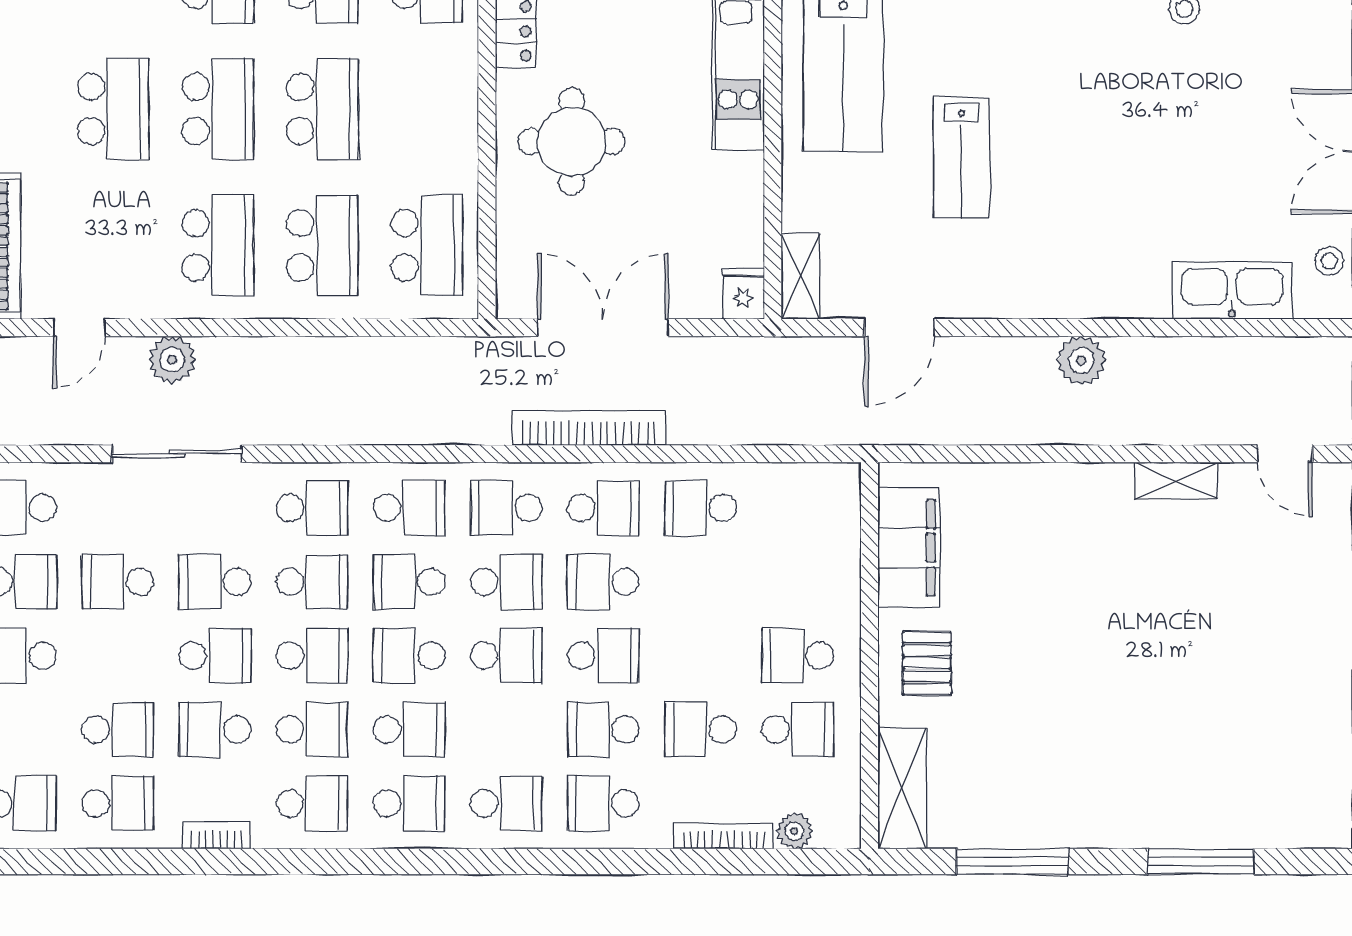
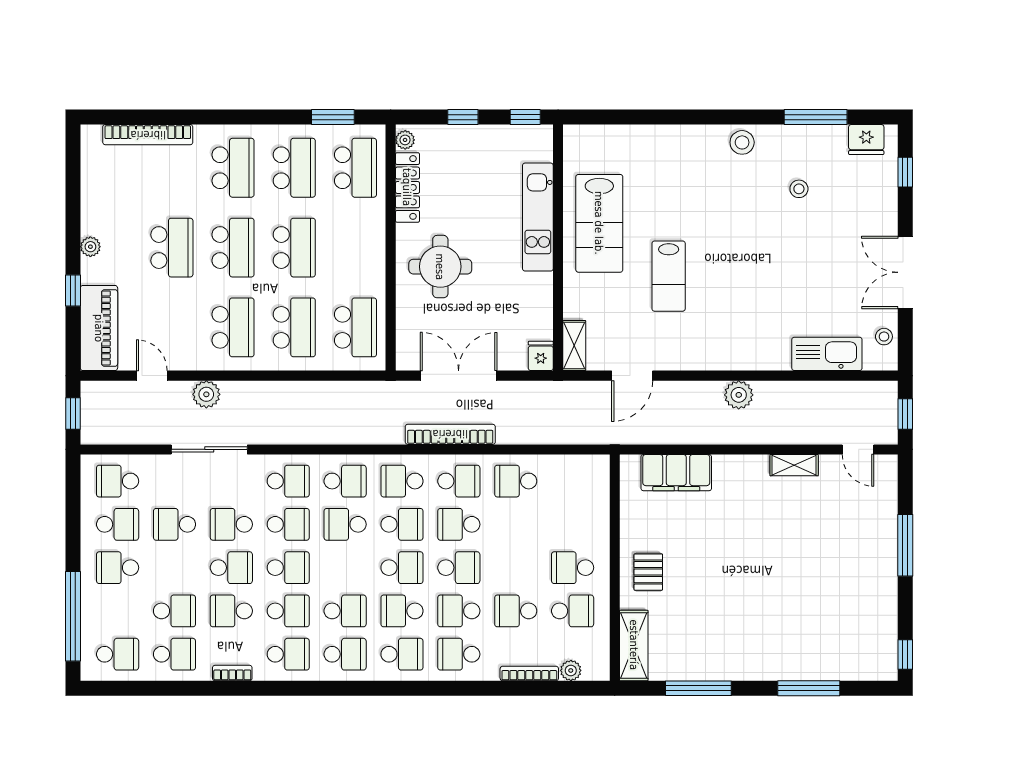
door: (79, 328) -> (152, 376), swing flipped
filing cabinet: (909, 548) -> (676, 473), moved, turned 90
school desk: (409, 656) -> (402, 611), moved

